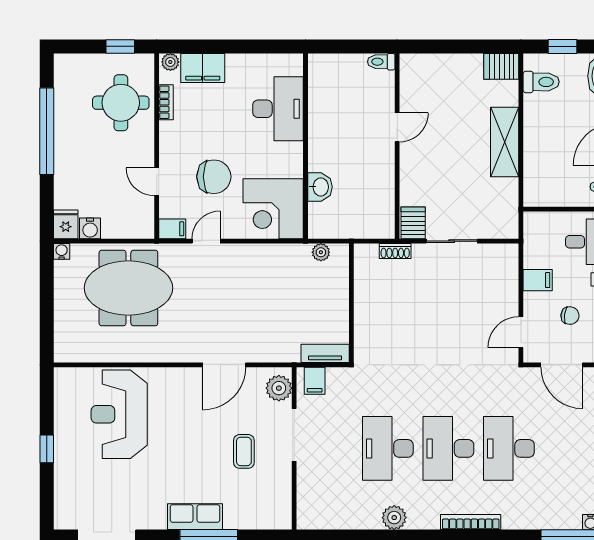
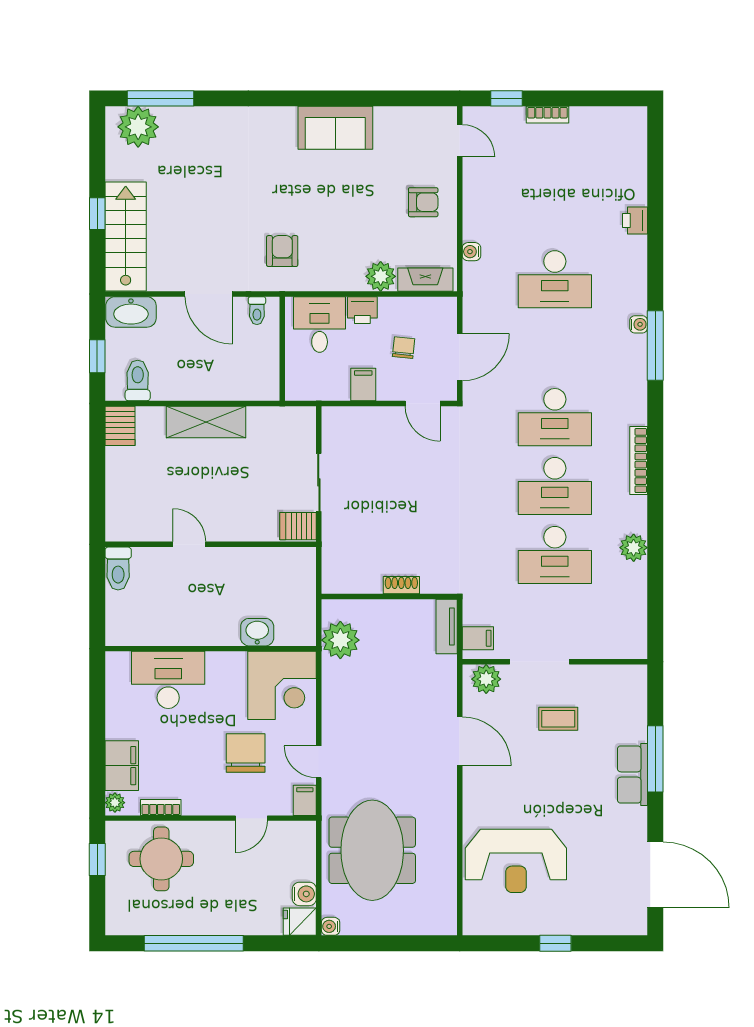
toilet: (381, 62) -> (118, 569), width x1.37, depth x1.39
shoe rack: (395, 251) -> (401, 585), moved, turned -90
plant: (321, 252) -> (340, 640), width x1.88, depth x1.88

